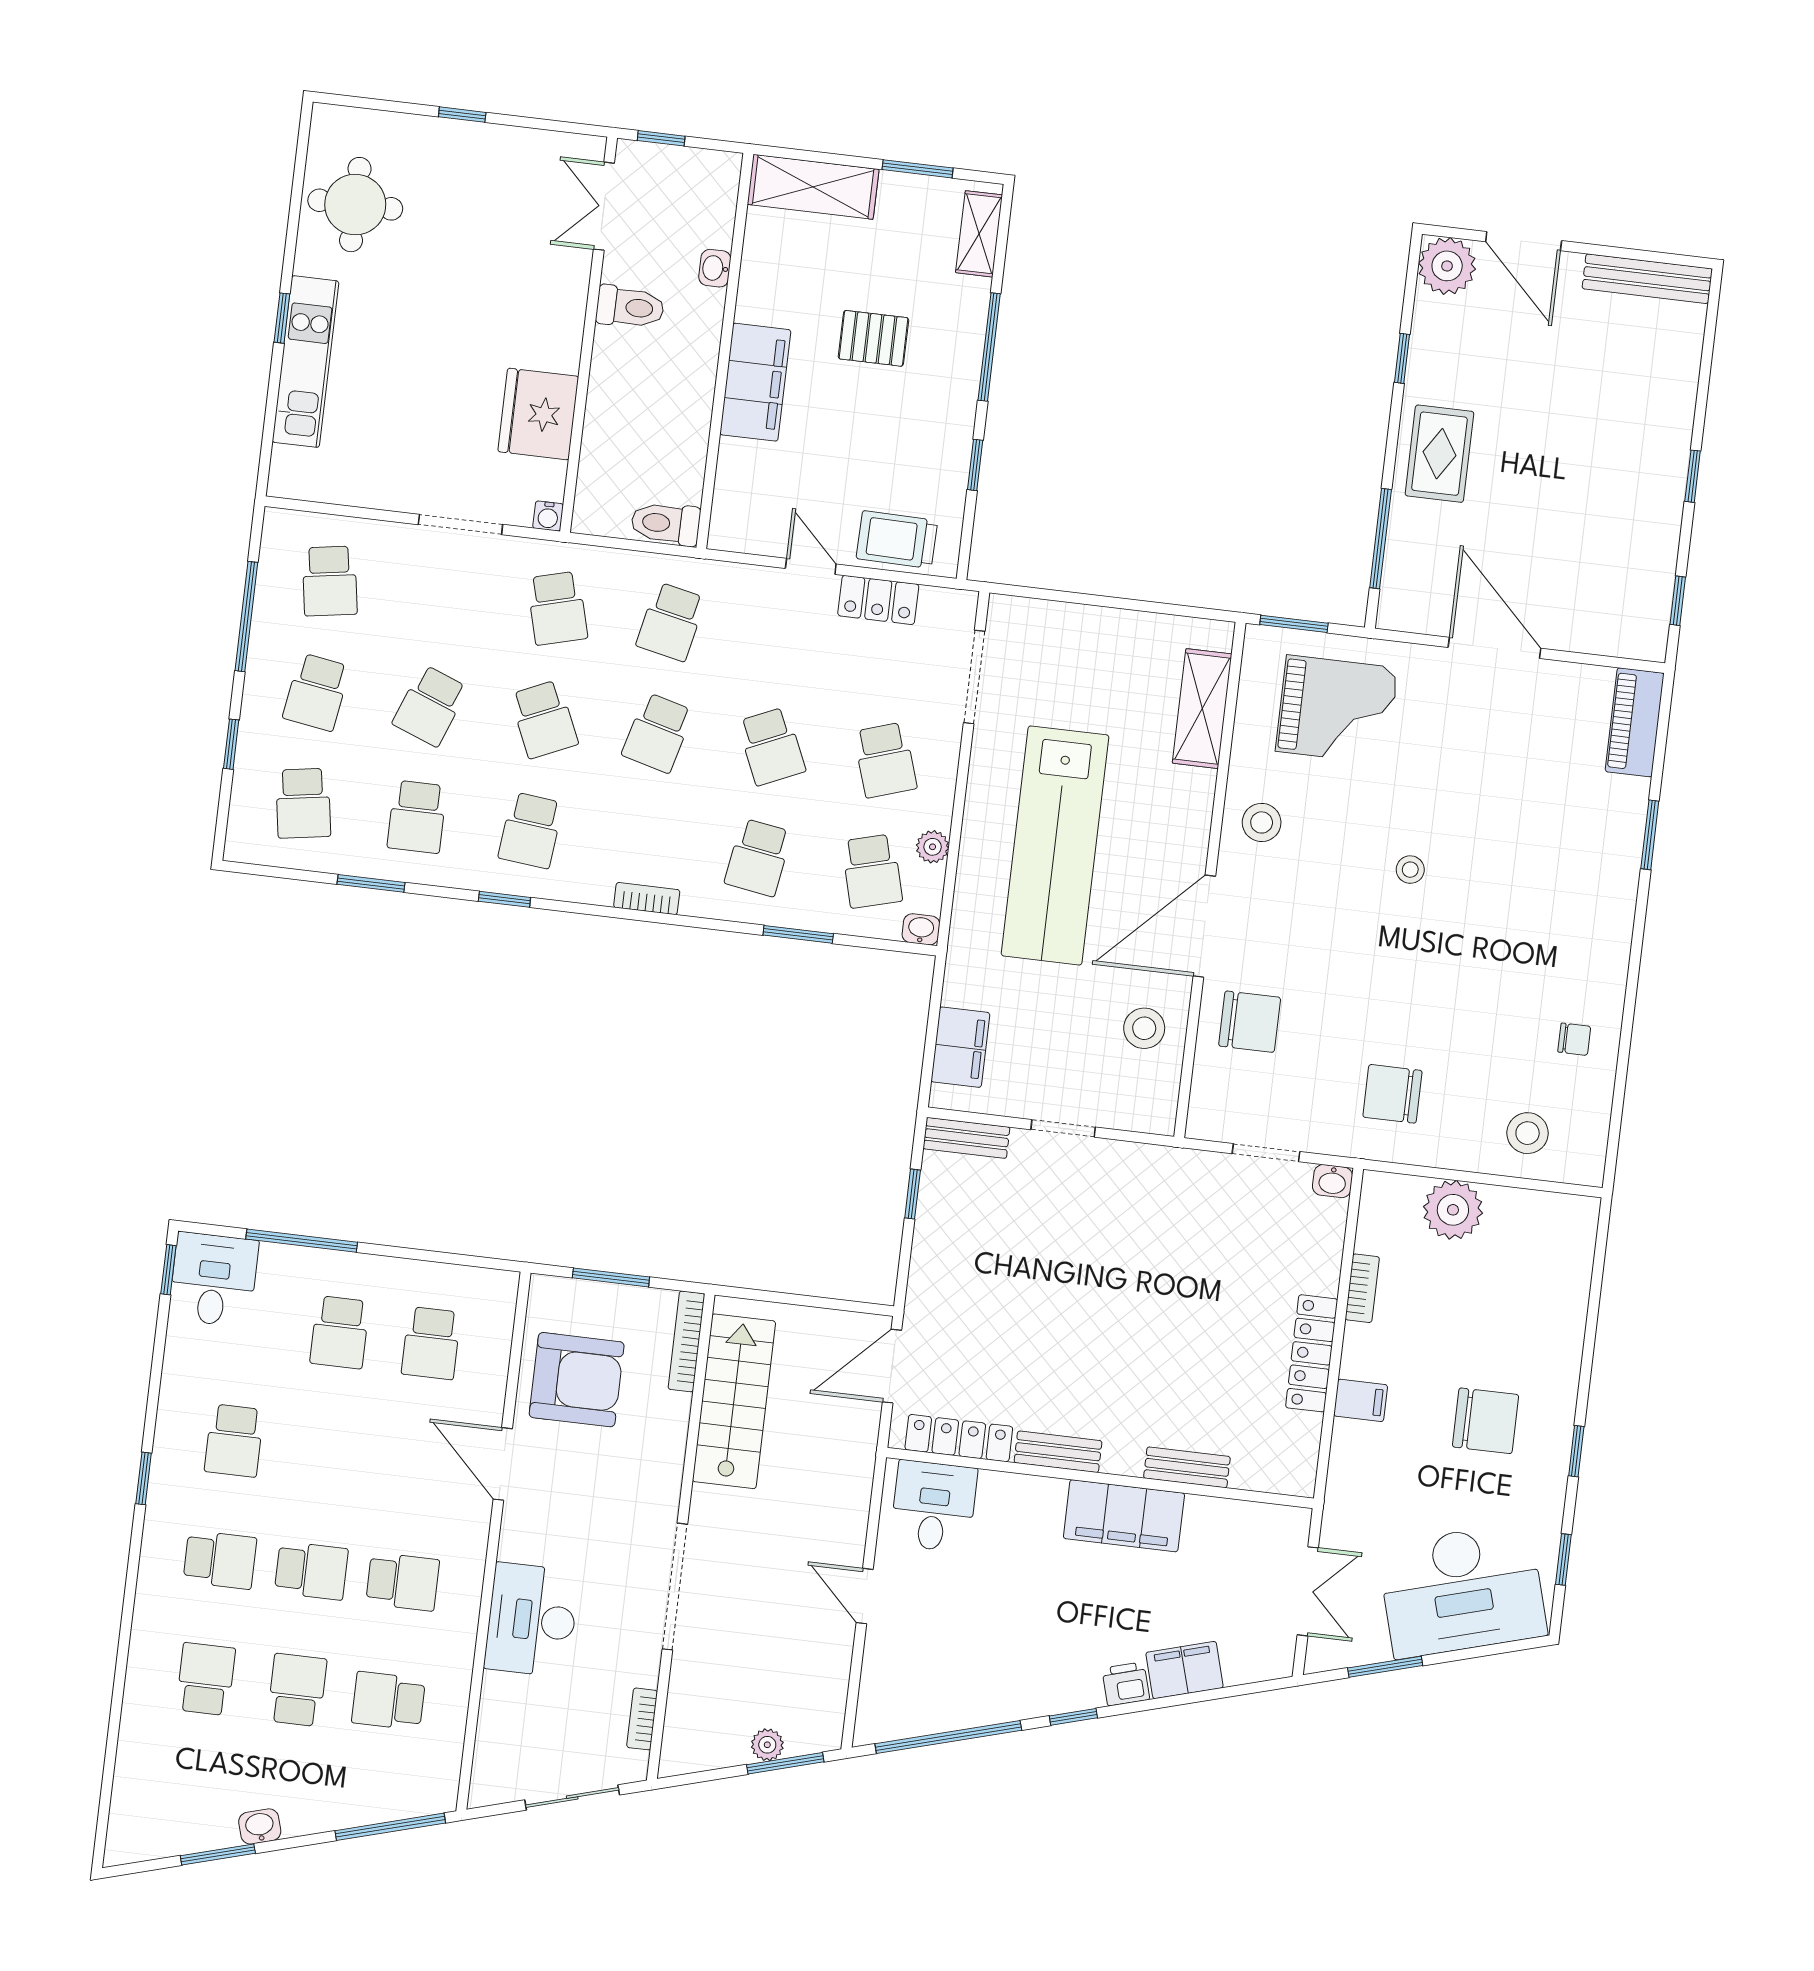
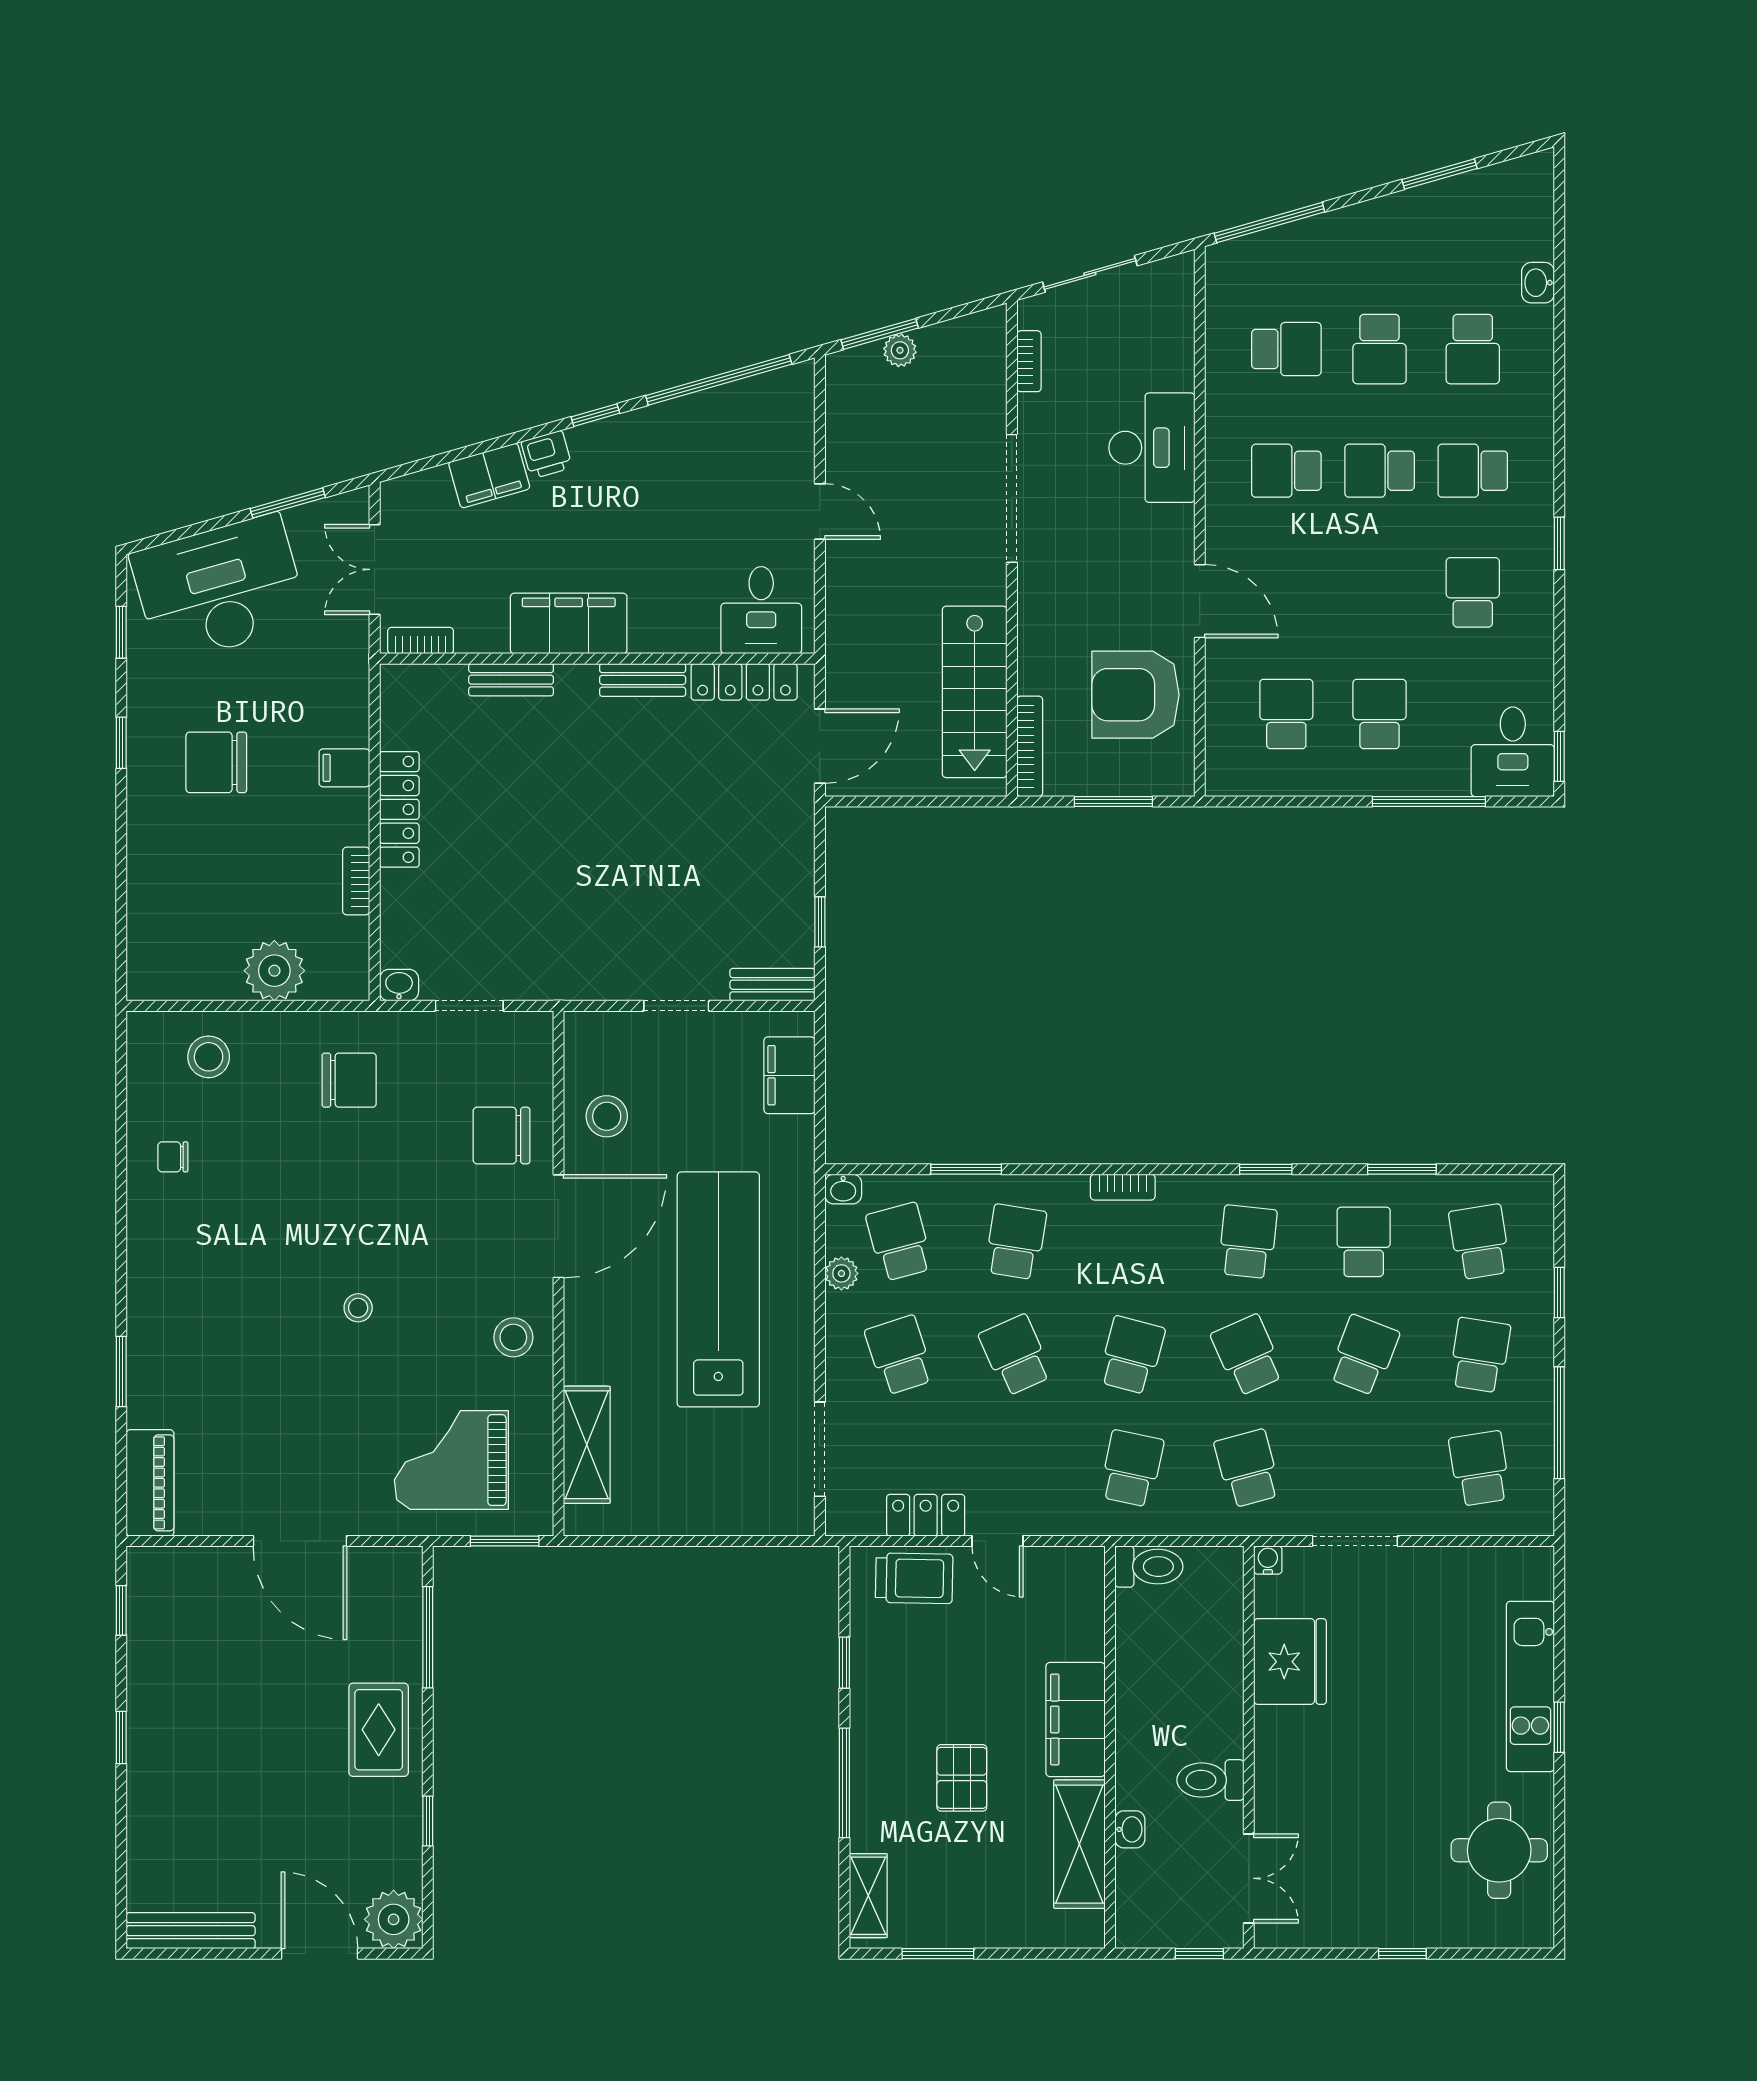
shelving: (813, 187) -> (1079, 1844), moved, turned 90
pallet: (873, 338) -> (962, 1778), turned 90
bookcase: (1271, 1516) -> (421, 641), added
washbasin: (260, 1826) -> (1538, 283), moved, turned 106

